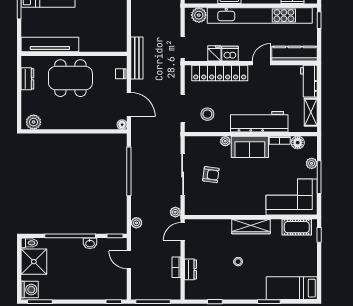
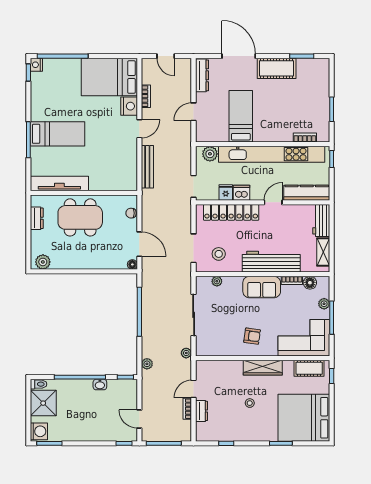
bench: (137, 58) -> (147, 167), moved
plant: (225, 141) -> (217, 281), moved
armchair: (211, 175) -> (252, 336), moved
door: (183, 231) -> (194, 389), moved
door: (129, 260) -> (139, 419), moved
bed: (292, 288) -> (304, 418), width x2.04

